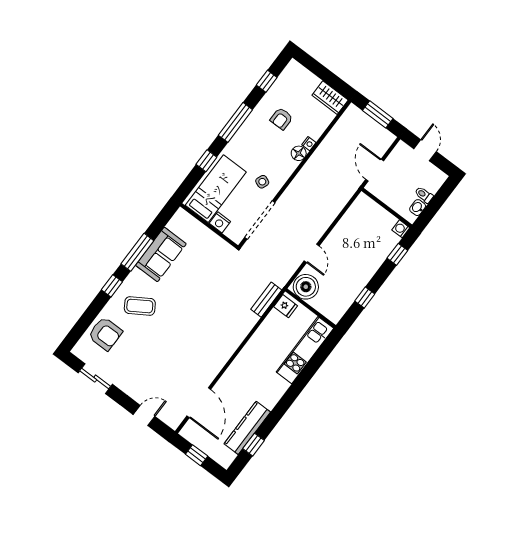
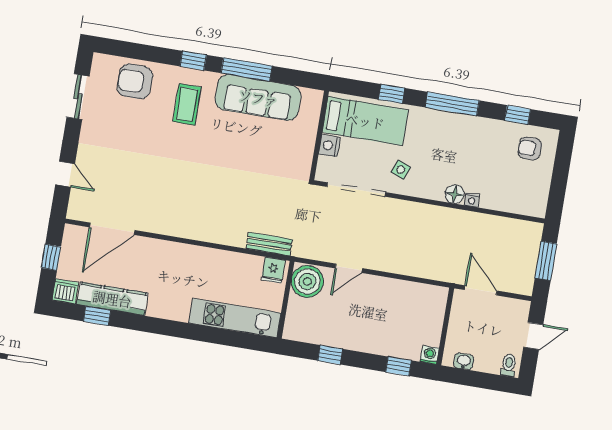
wardrobe: (330, 98) -> (537, 197), removed
armchair: (281, 119) -> (530, 148), moved
door: (375, 170) -> (481, 290), hinge flipped
toilet: (424, 195) -> (509, 365), moved
sofa: (161, 254) -> (258, 98), width x1.36
coffee table: (140, 306) -> (187, 104), turned 32
armchair: (105, 334) -> (135, 81), turned 90
dishwasher: (225, 458) -> (65, 291), added

